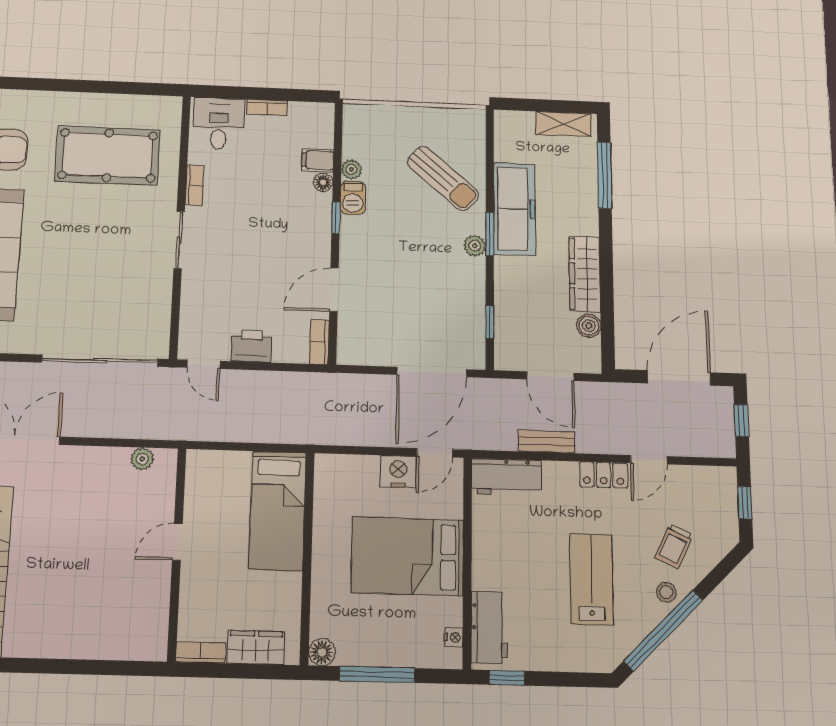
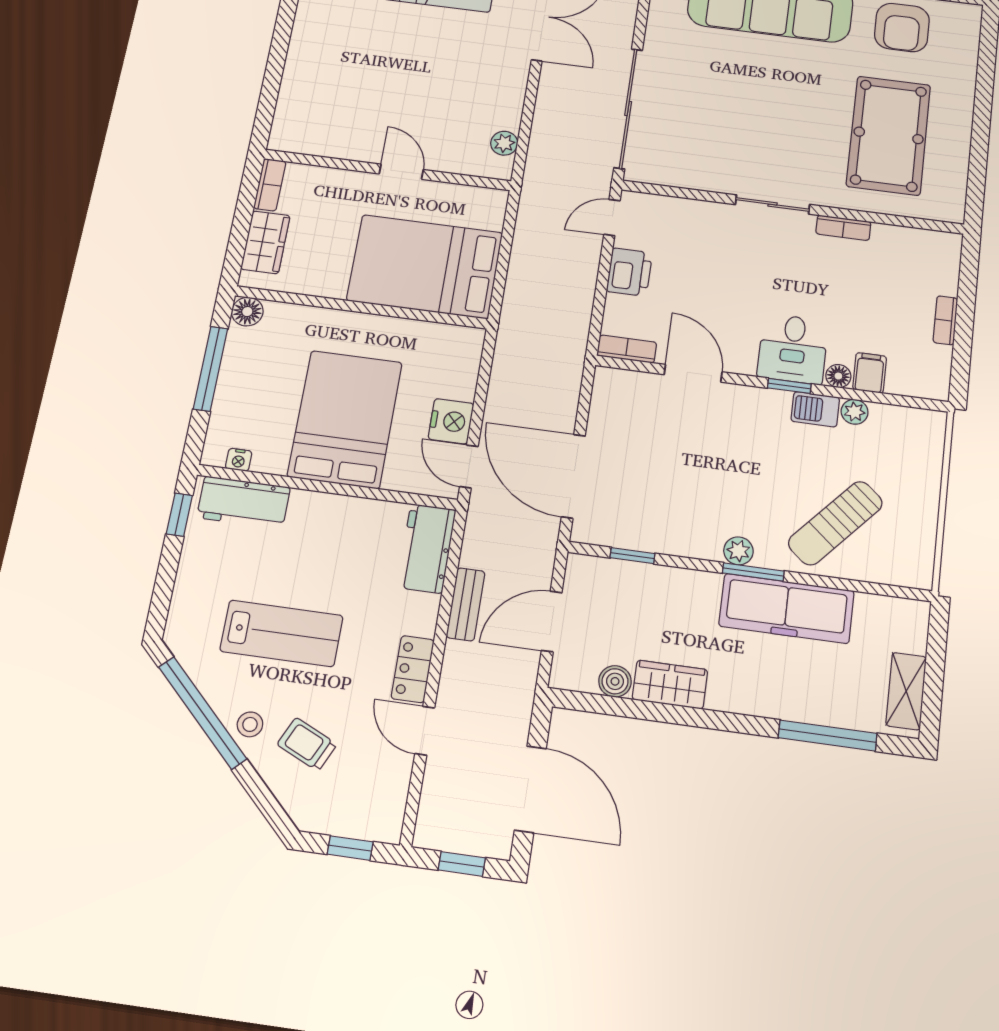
desk: (219, 123) -> (793, 349), moved, turned 90
wardrobe: (585, 274) -> (670, 685), width x0.67
bed: (278, 510) -> (425, 267), width x1.50

